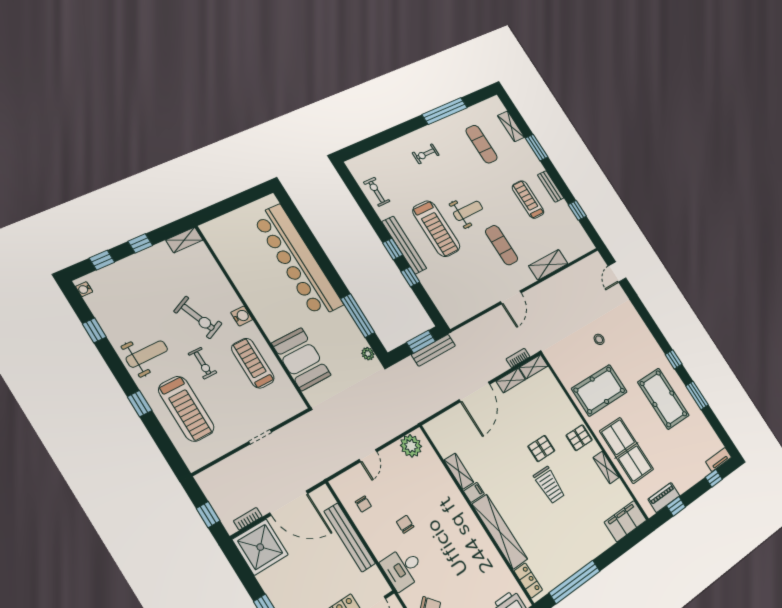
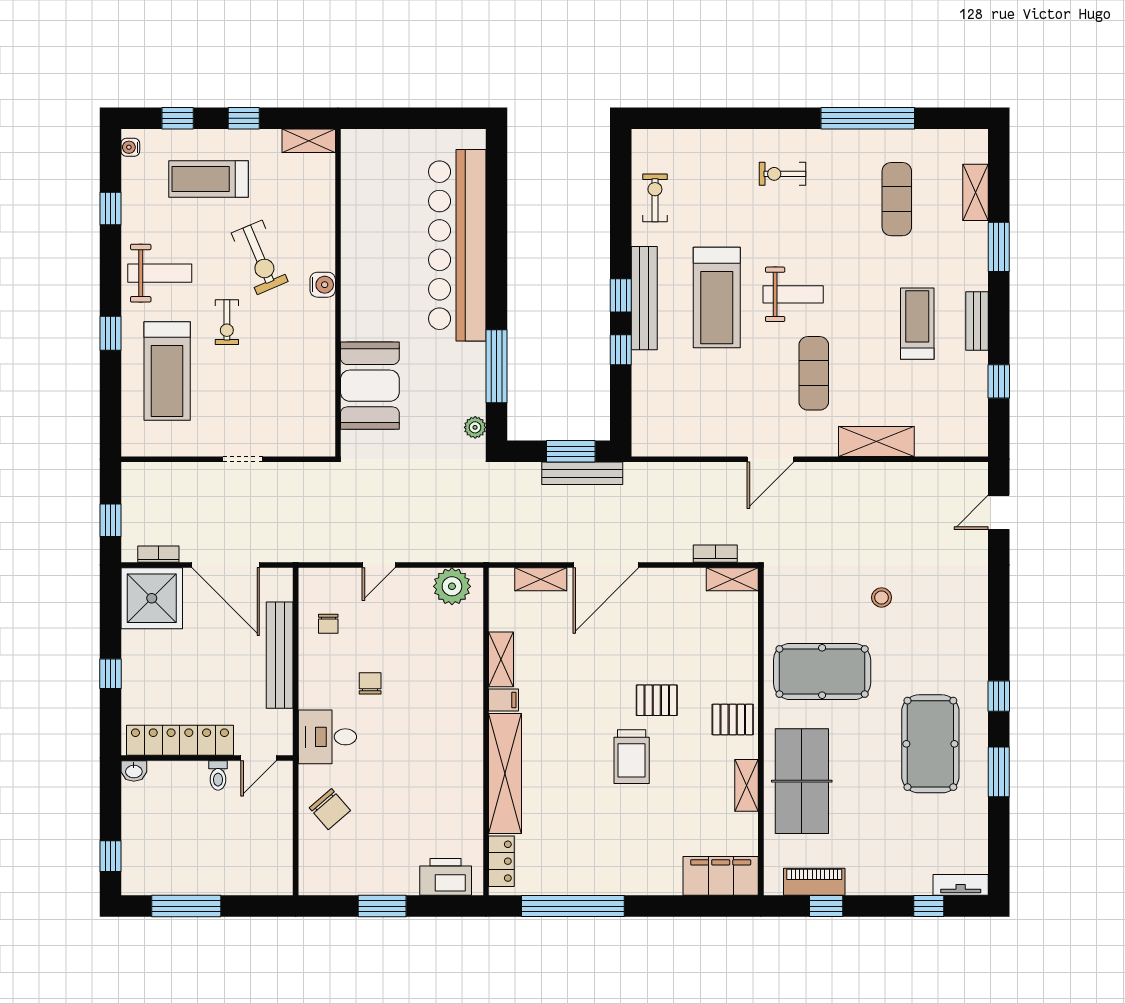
treadmill: (253, 363) -> (208, 179), moved, turned -90
shelving: (511, 380) -> (541, 579), moved

